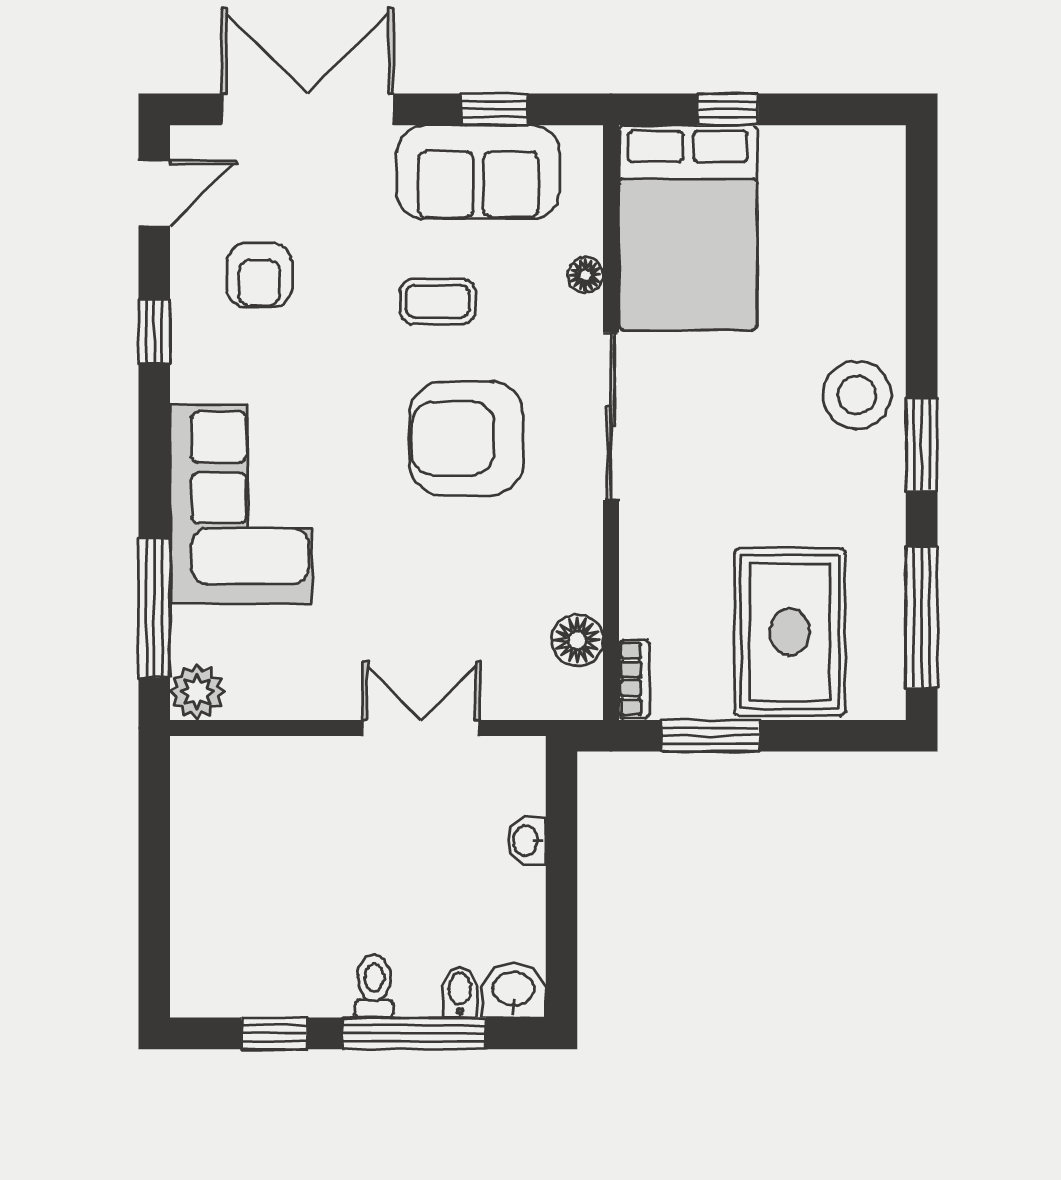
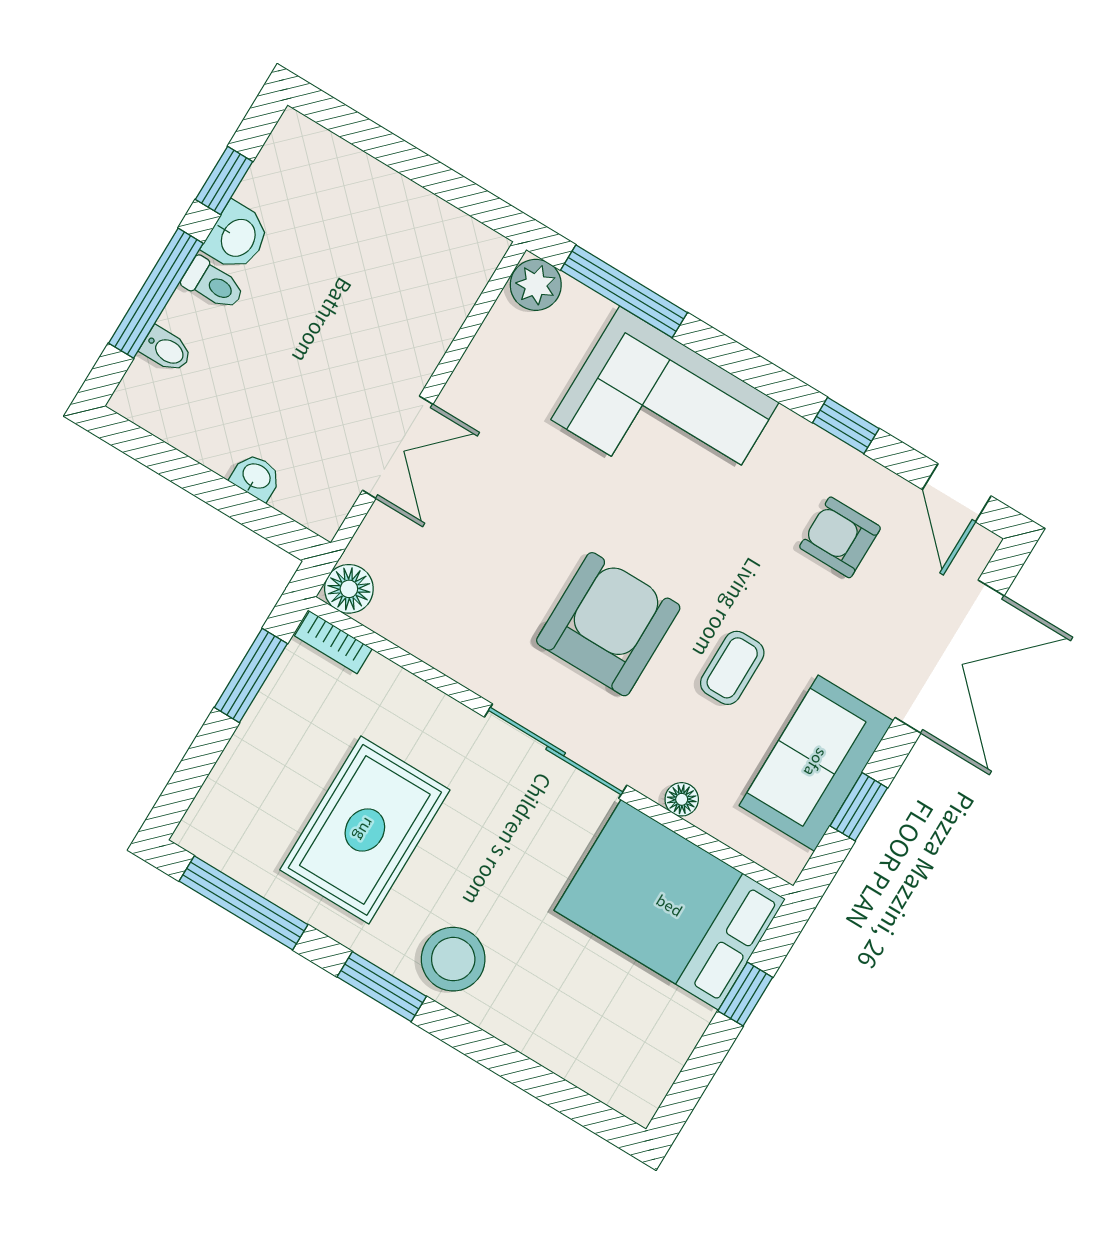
rug: (790, 632) -> (365, 830), moved, turned 90
floor lamp: (577, 640) -> (349, 589), moved
washbasin: (514, 990) -> (237, 237), moved

